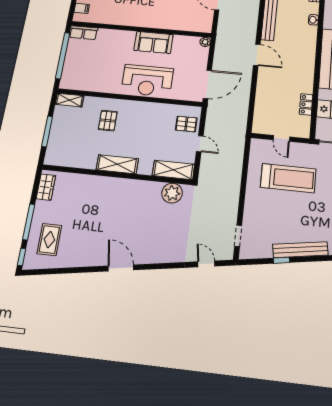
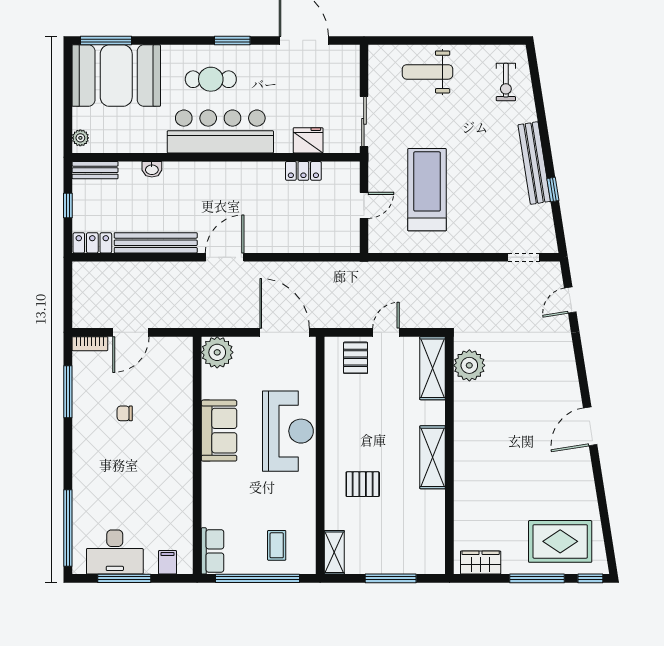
plant: (205, 42) -> (217, 352), width x1.88, depth x1.88
coffee table: (80, 68) -> (277, 545), added
rug: (49, 240) -> (560, 541), width x1.36, depth x1.43

